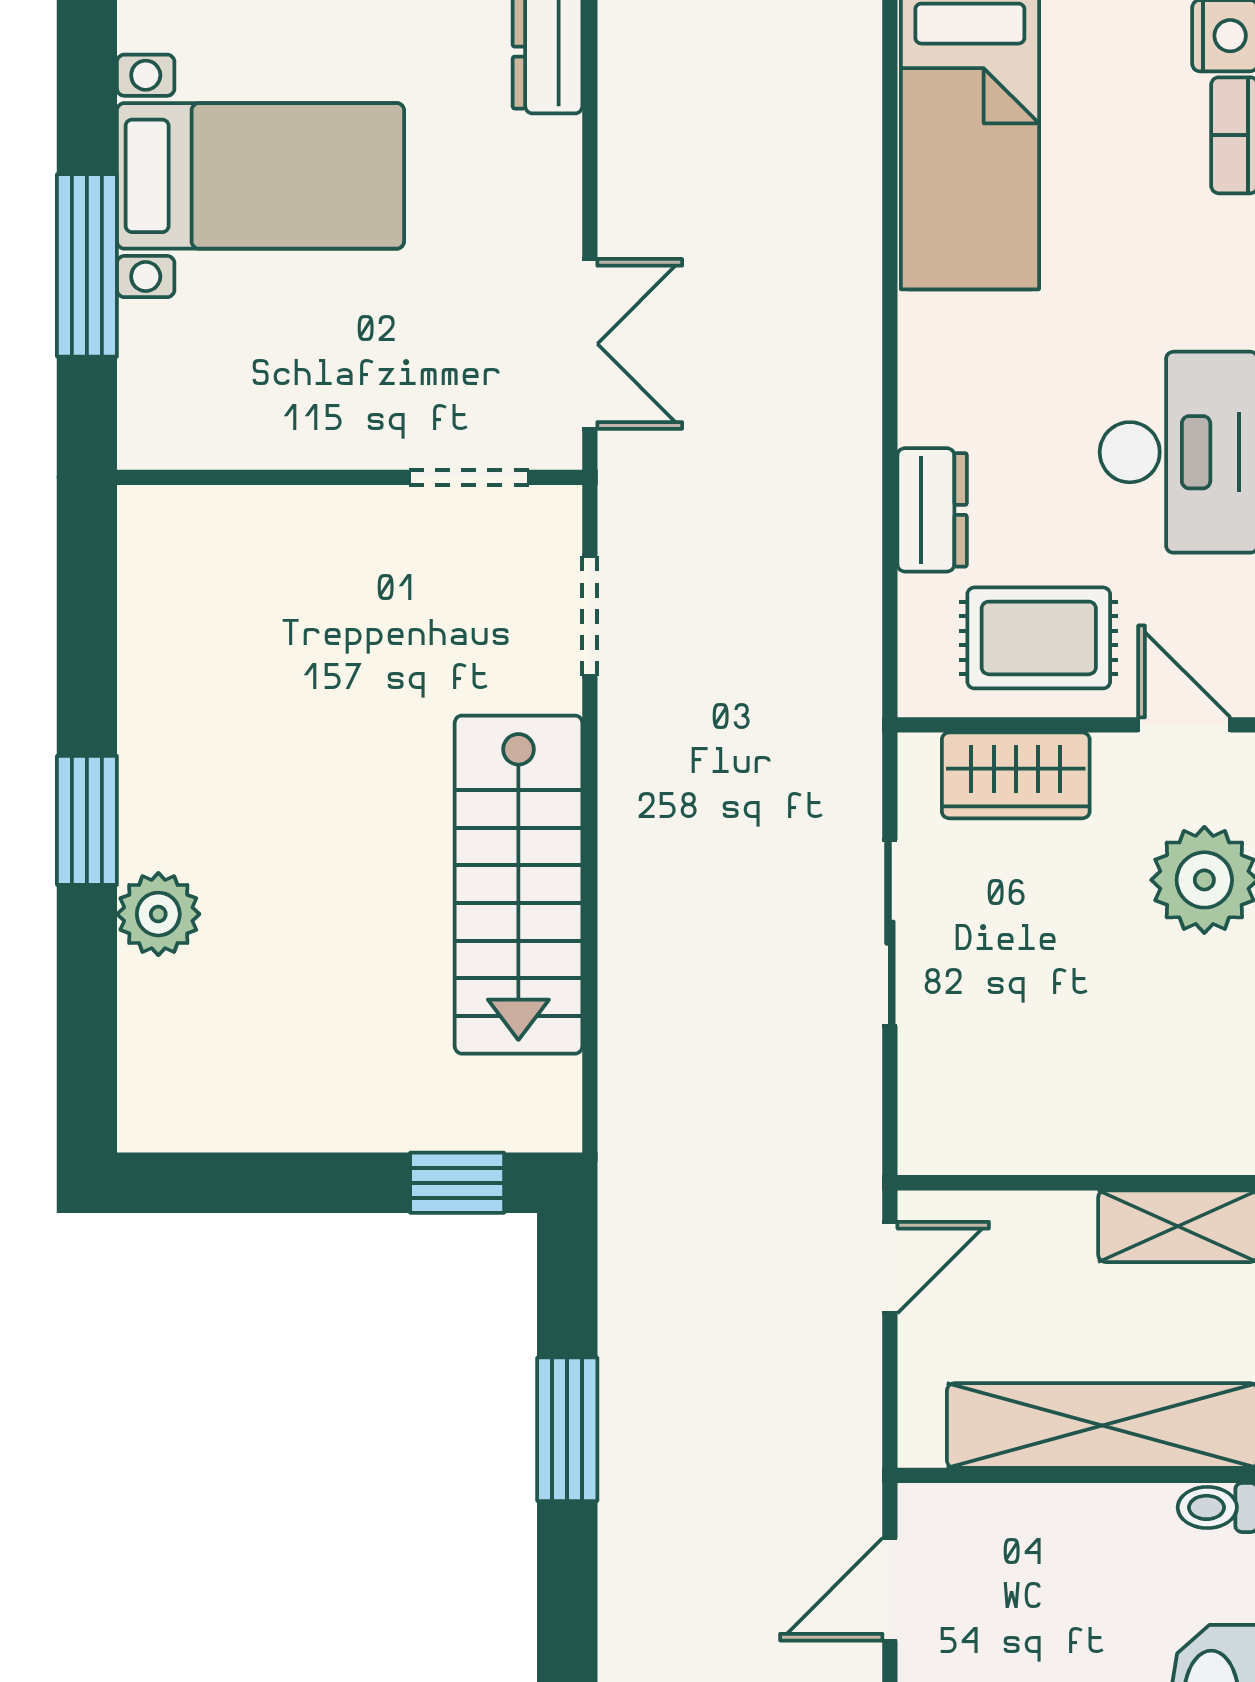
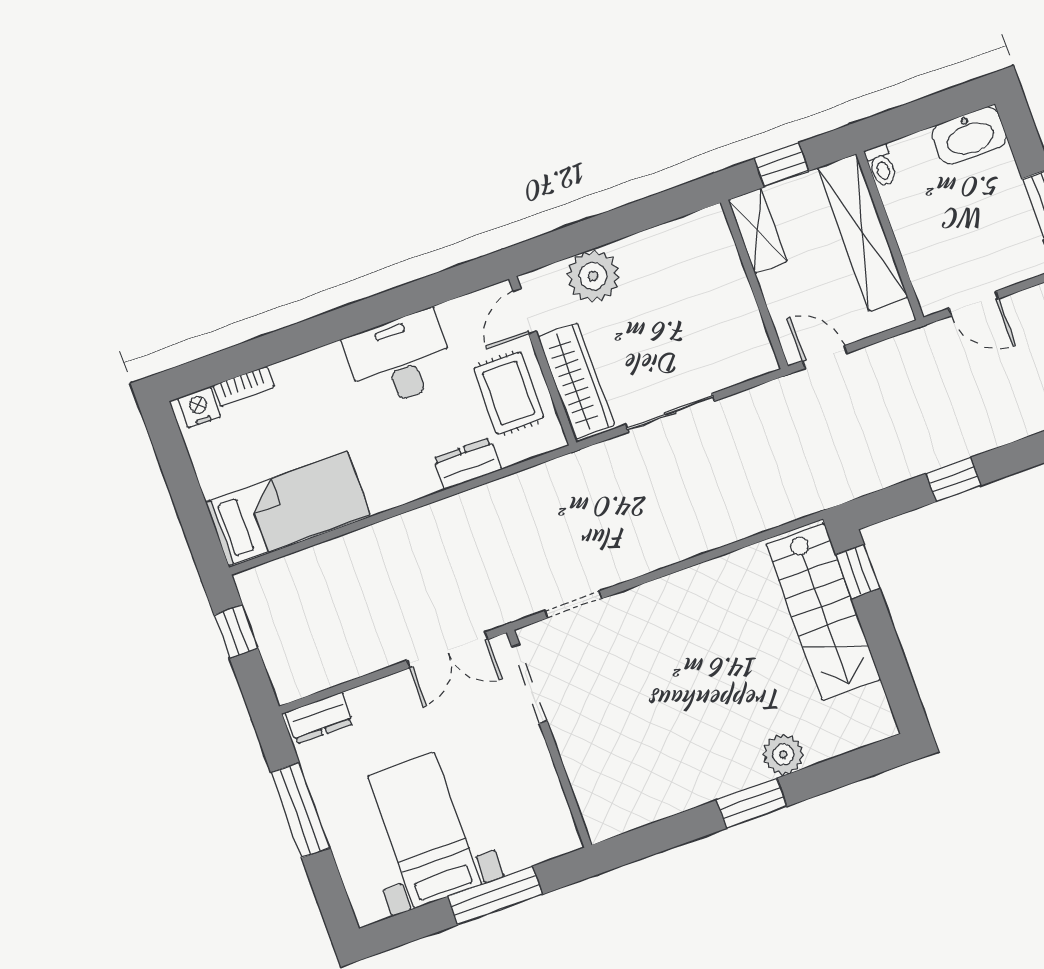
double door: (590, 344) -> (447, 650), swing flipped
doorway: (469, 477) -> (529, 684), width x1.38
wardrobe: (1016, 775) -> (576, 381), width x1.50
stairs: (518, 885) -> (823, 612), moved, turned 90
window: (567, 1429) -> (953, 479), width x0.67

